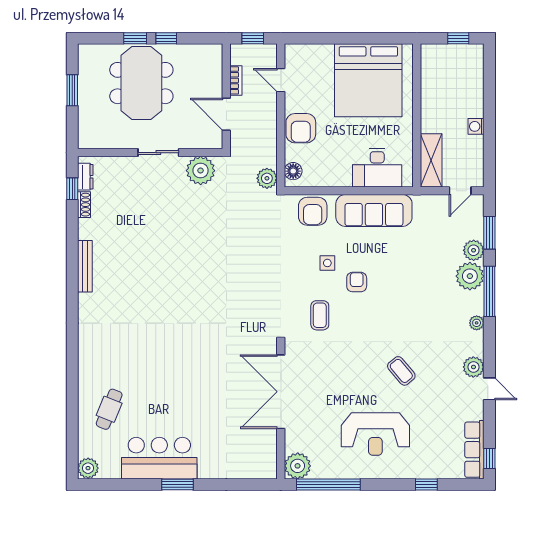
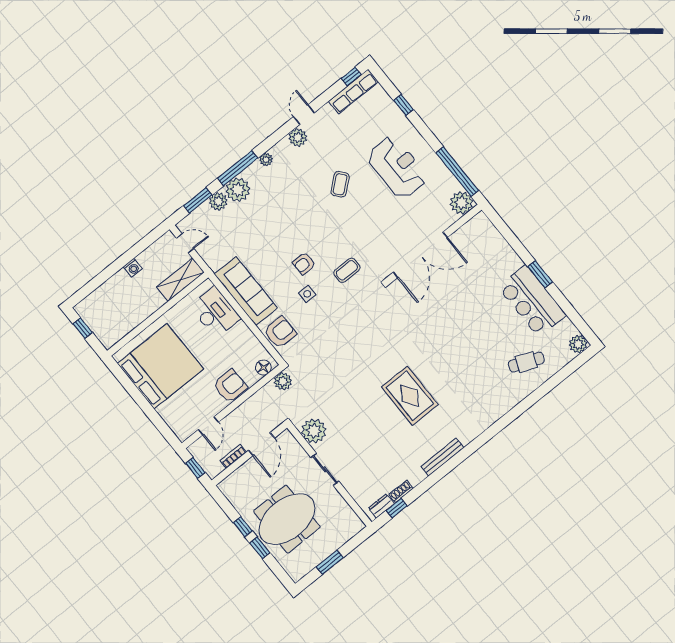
rug: (163, 281) -> (410, 396), added

